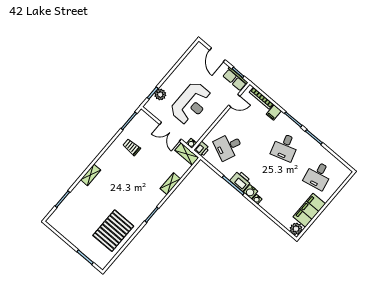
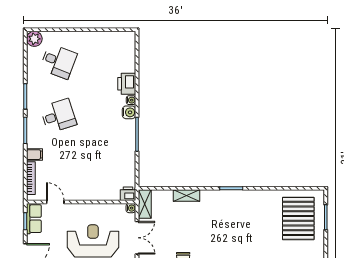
desk: (228, 146) -> (104, 170), removed
desk: (318, 175) -> (58, 61), turned 33
printer: (241, 181) -> (127, 84), moved
filing cabinet: (309, 210) -> (99, 41), removed
plant: (296, 229) -> (34, 39), moved
pallet: (113, 231) -> (298, 218), moved, turned 90

